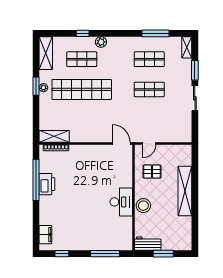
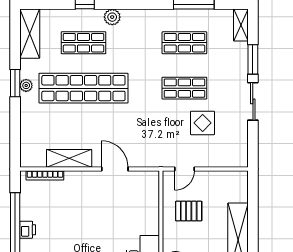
display table: (161, 113) -> (203, 123), added
shelving: (54, 136) -> (69, 158), moved
door: (121, 143) -> (115, 169), moved
printer: (47, 184) -> (28, 230), width x0.53, depth x0.68

